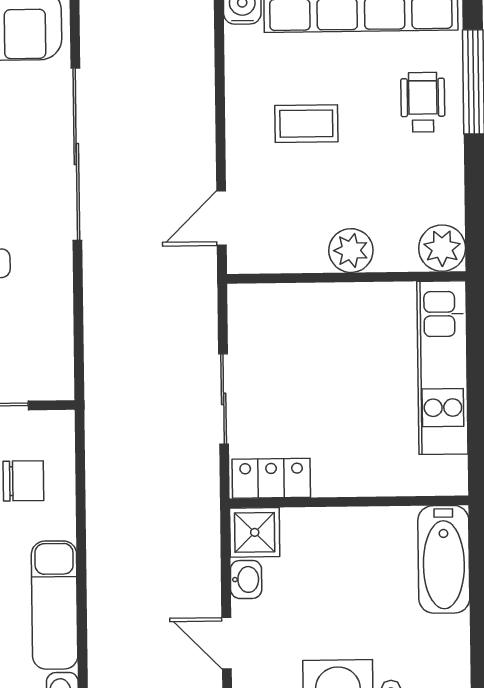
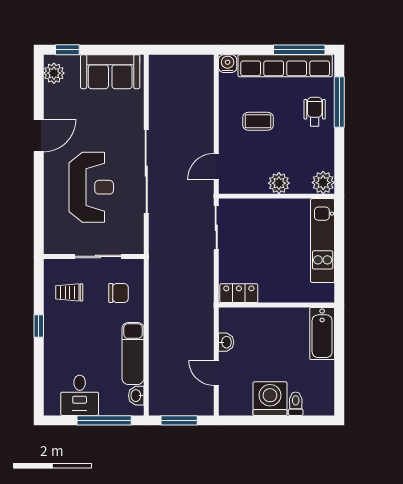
sliding door: (76, 154) -> (146, 171), moved
sliding door: (224, 399) -> (216, 228), moved
shower: (255, 532) -> (231, 319), removed

